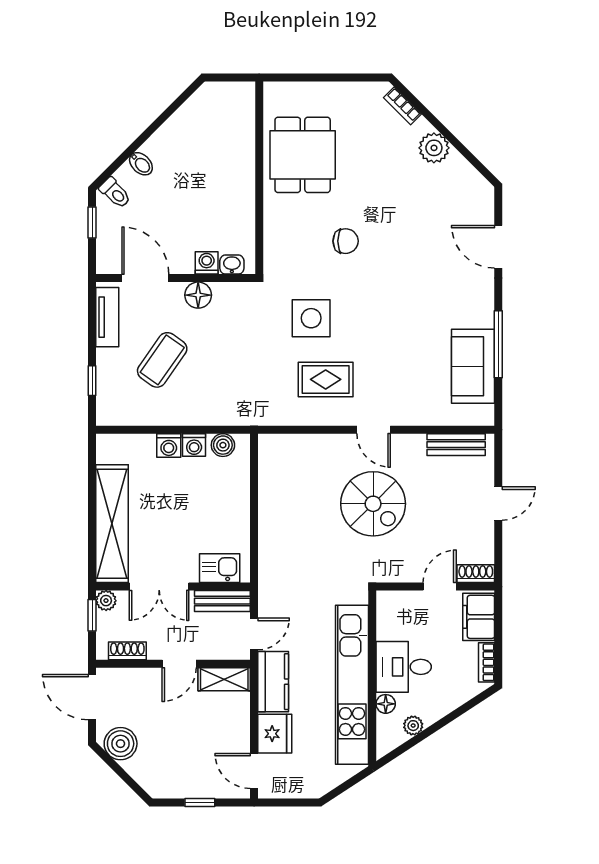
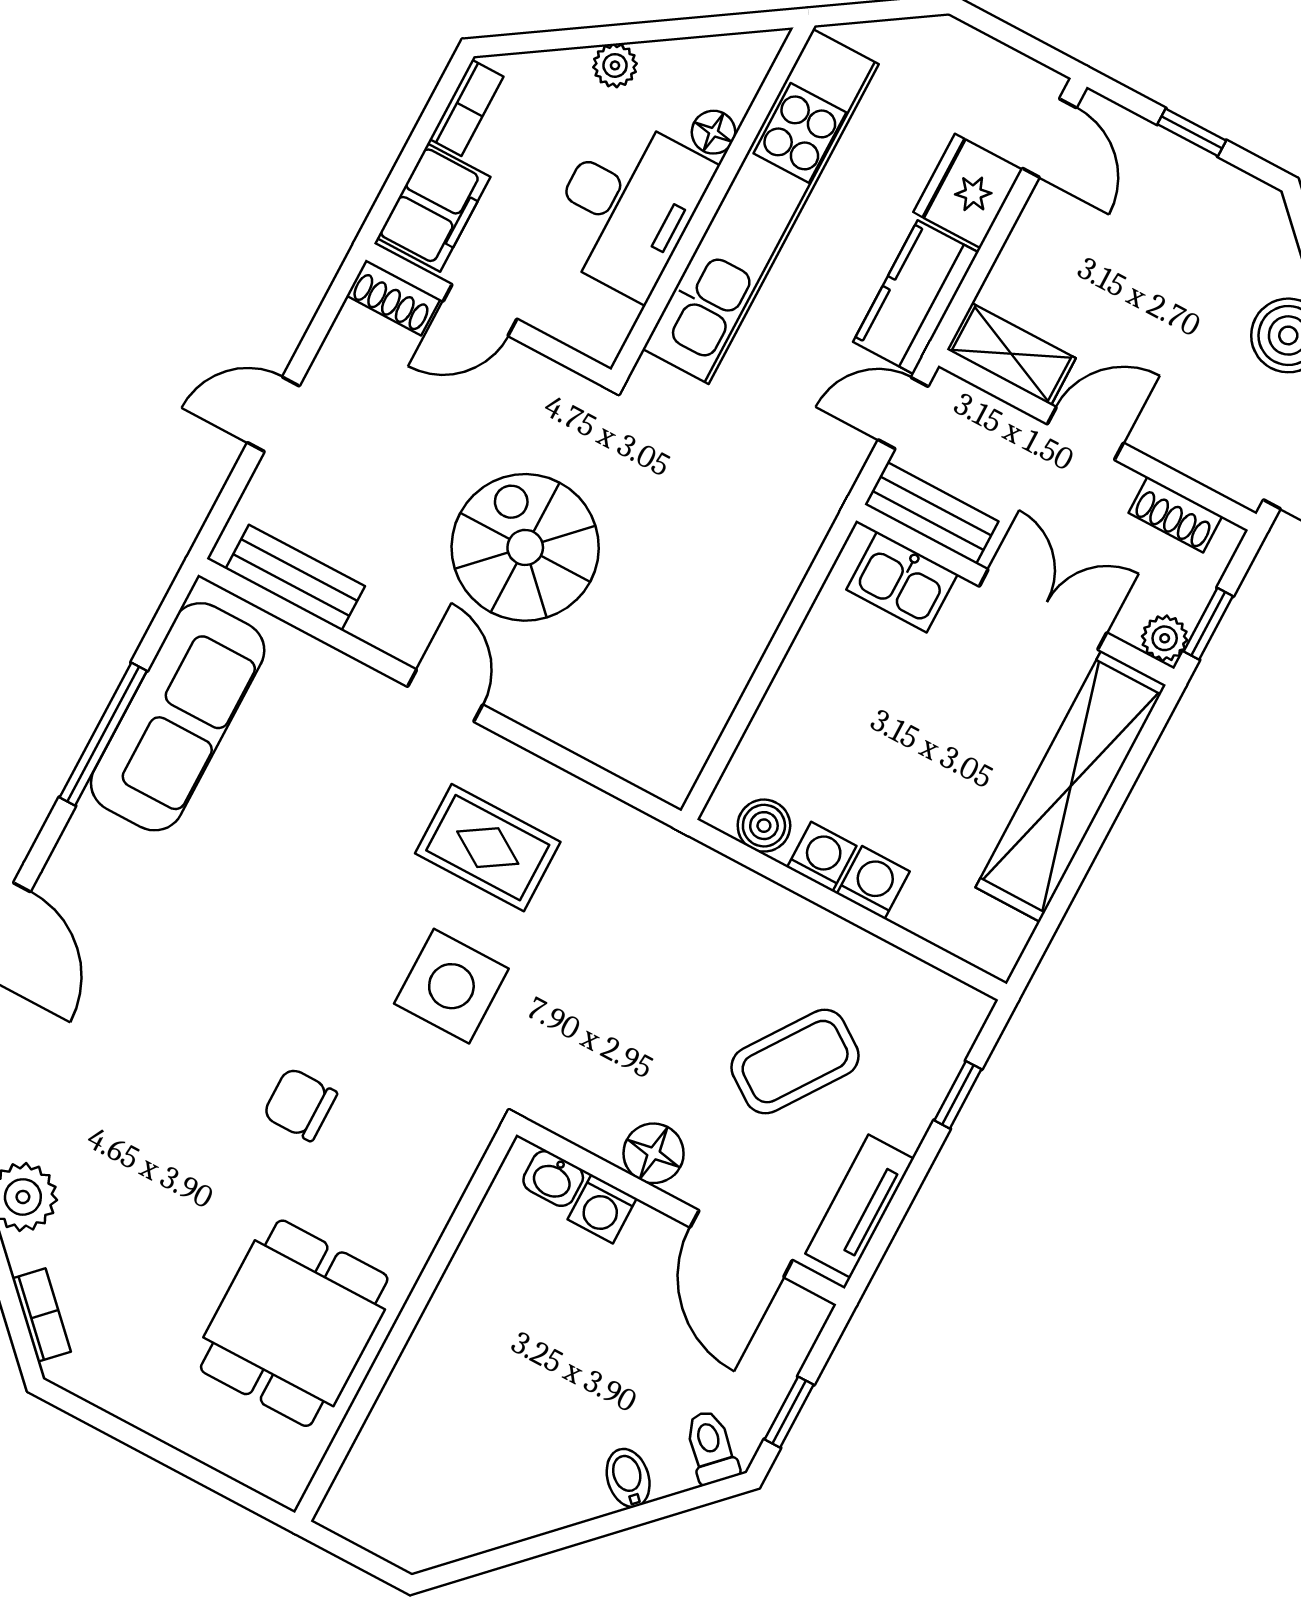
sofa: (473, 366) -> (178, 717), width x1.36
desk: (404, 667) -> (628, 206), width x1.37
plant: (413, 726) -> (615, 65), moved

